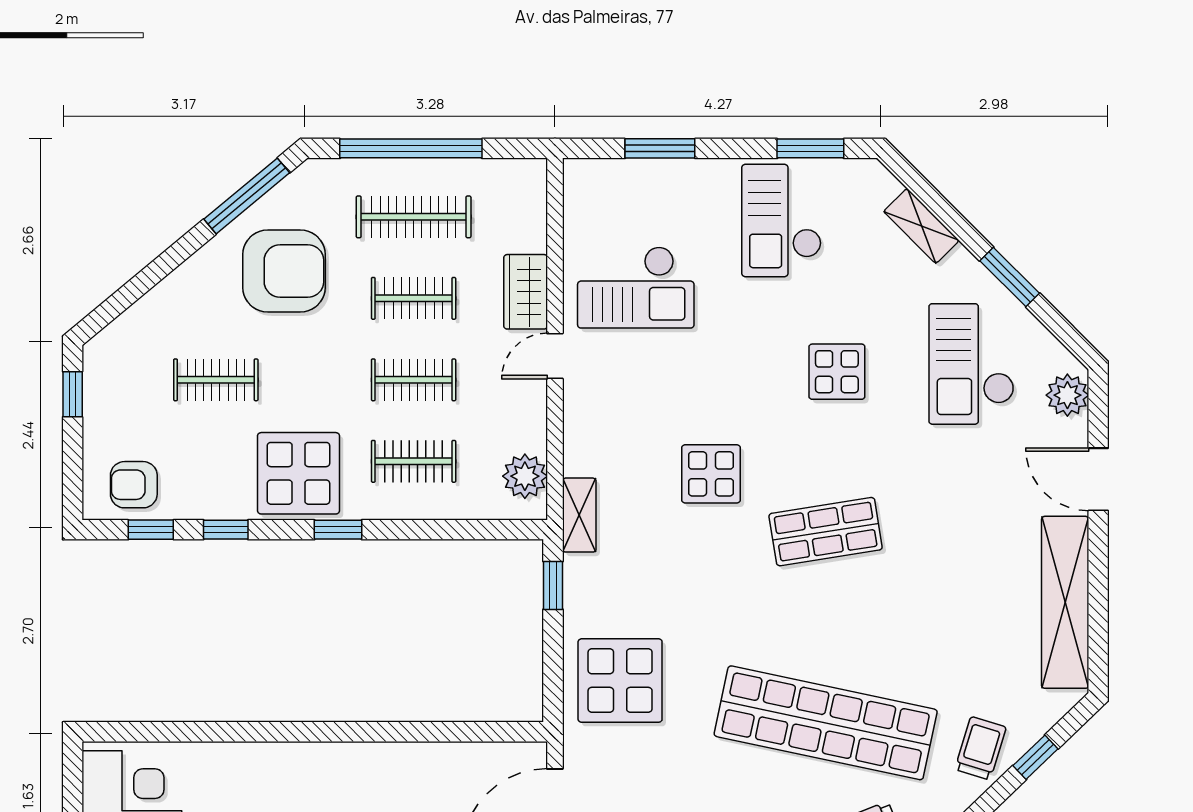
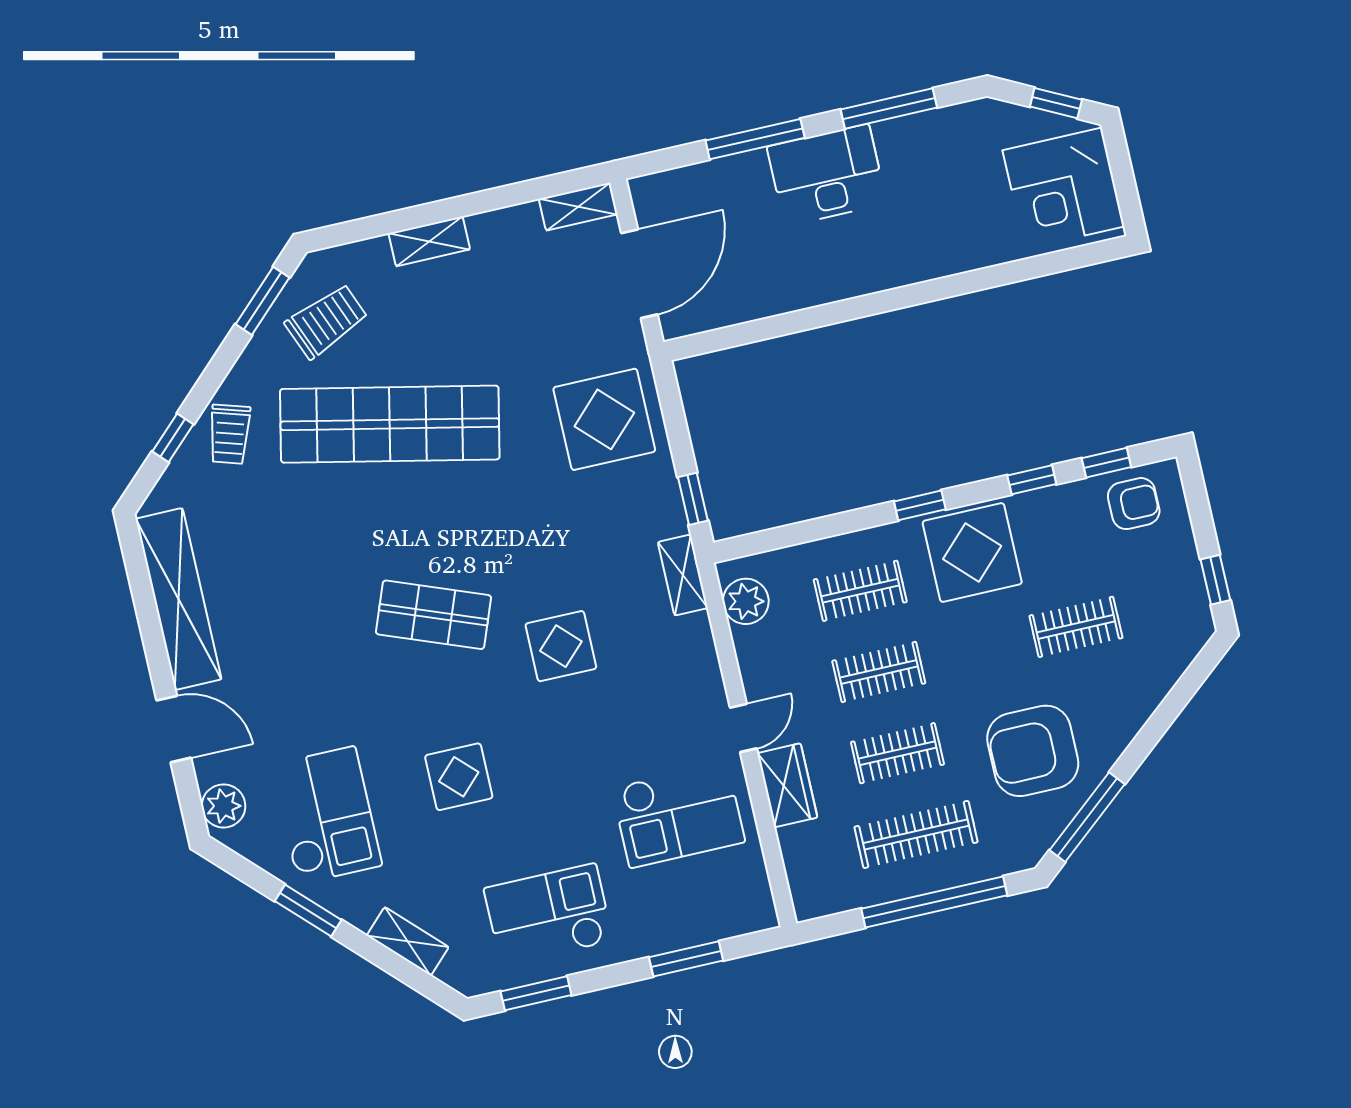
checkout: (781, 221) -> (548, 915), turned -90
checkout: (636, 287) -> (678, 815), turned 180
shop shelf: (826, 532) -> (433, 615), turned 30

